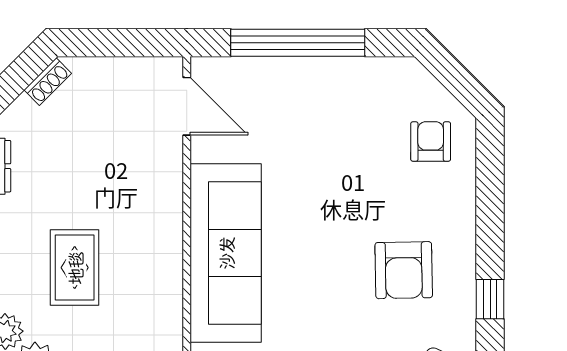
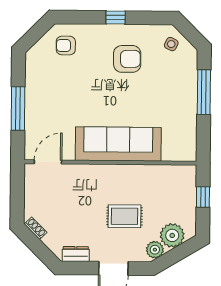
window: (298, 43) -> (18, 109), width x0.68
window: (490, 299) -> (116, 18), moved

